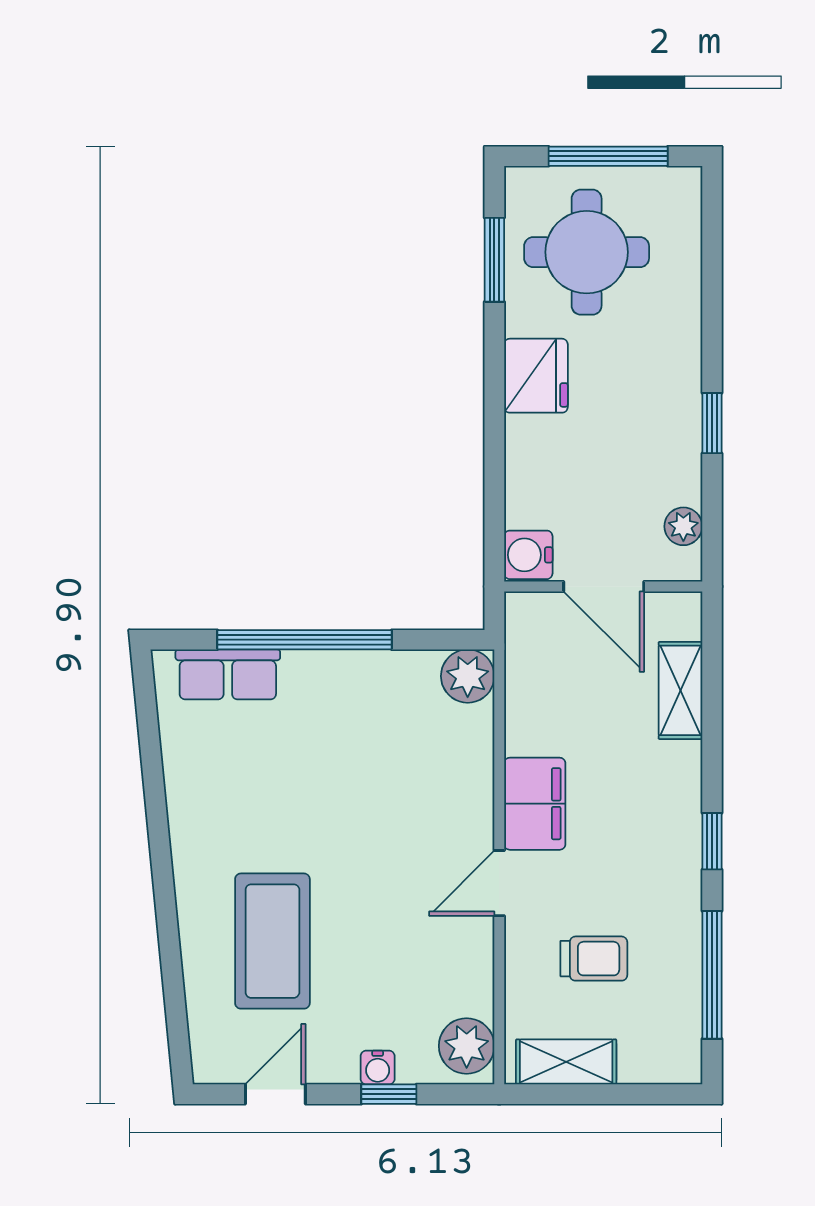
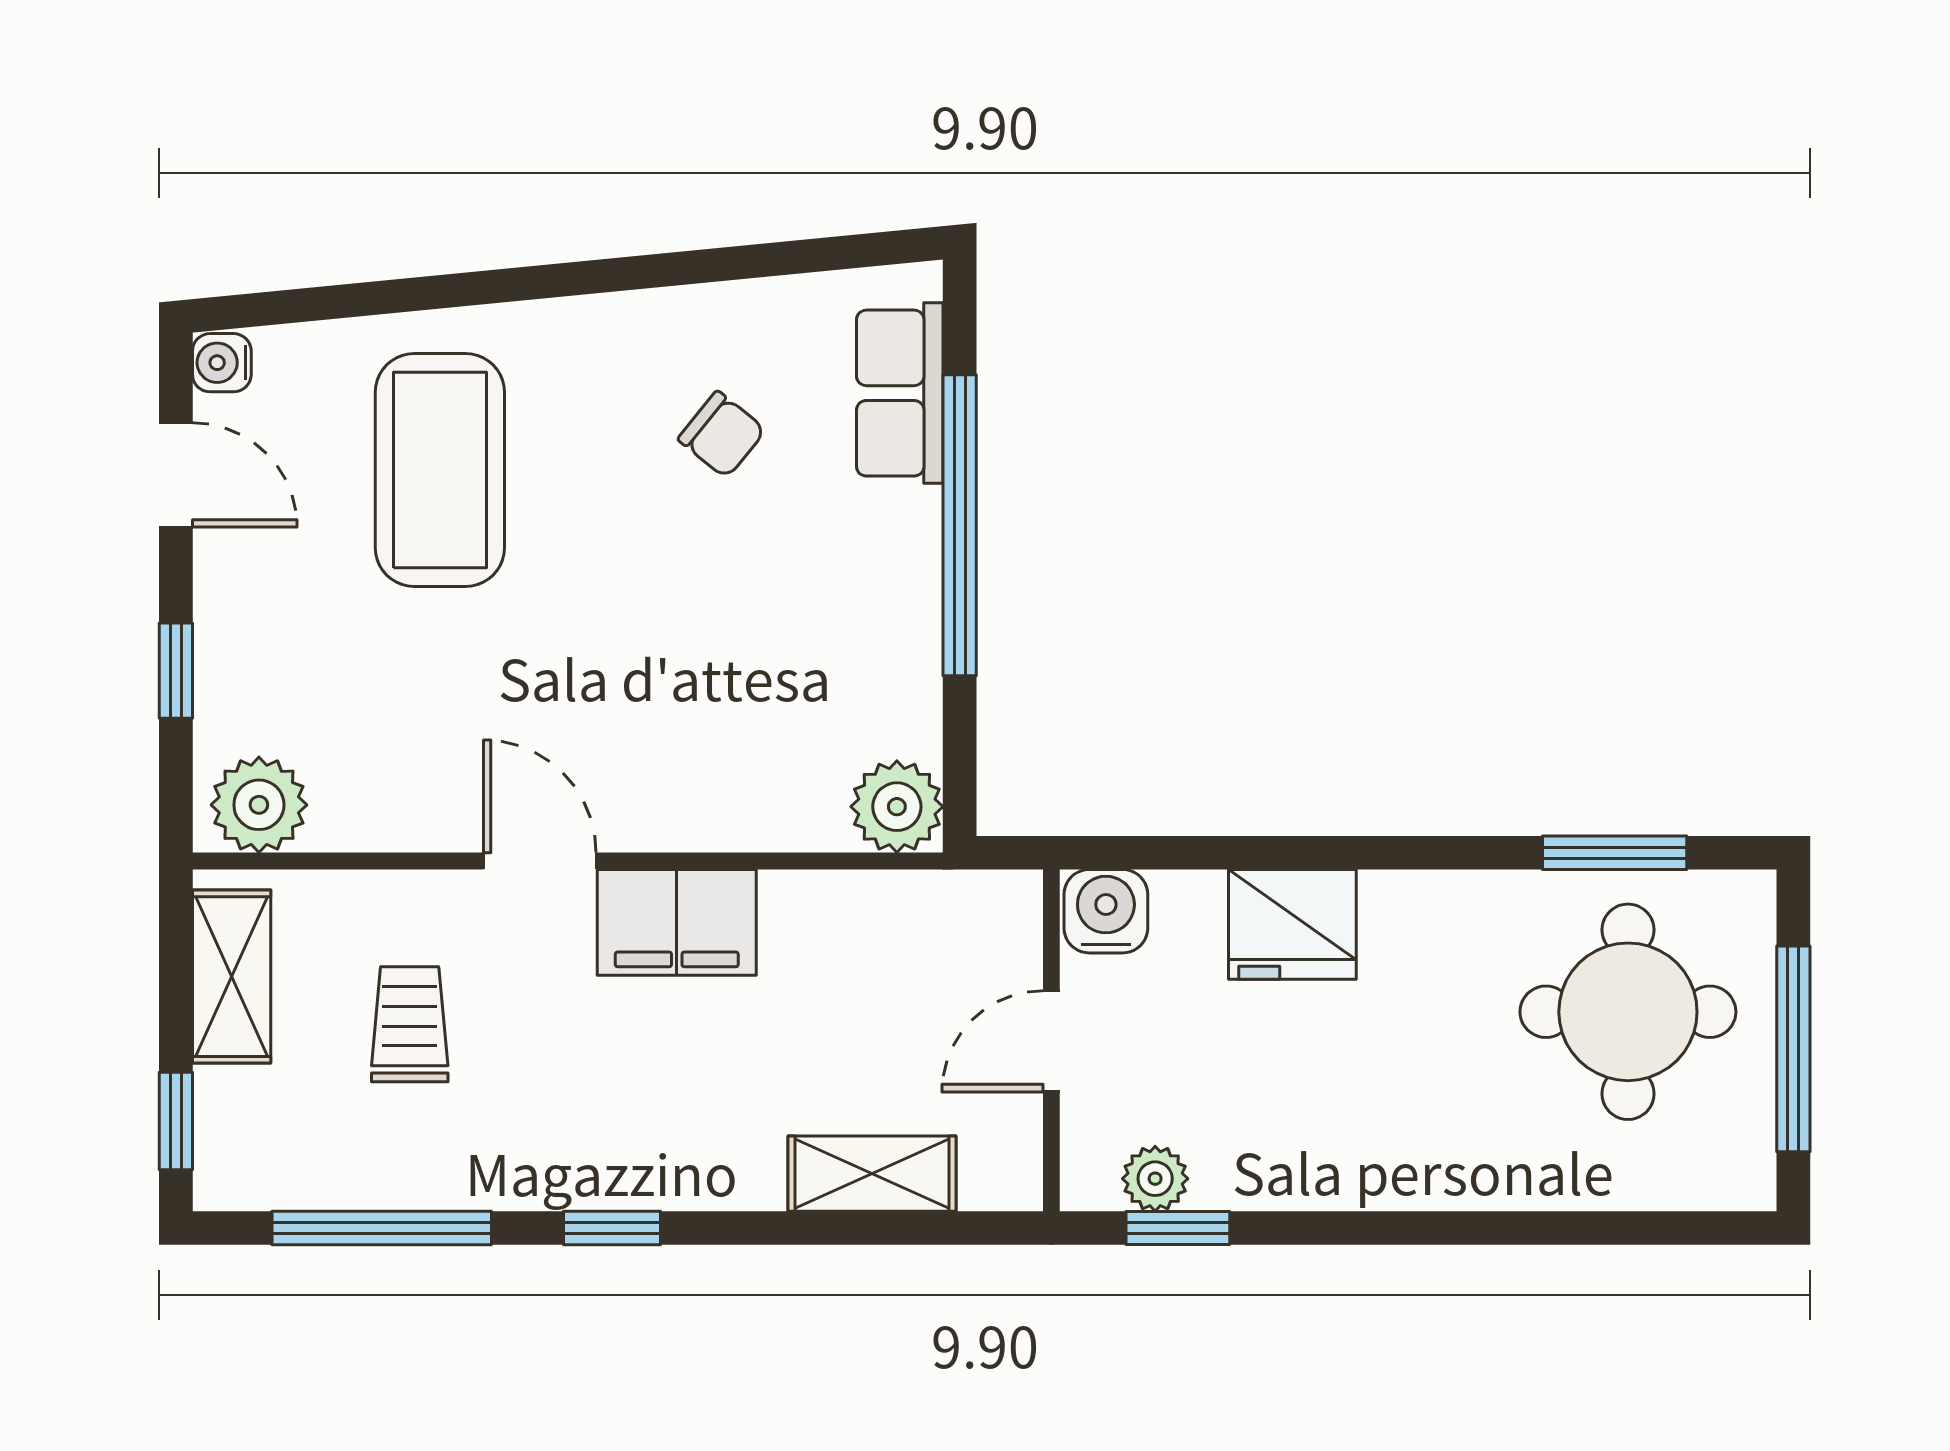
fridge: (536, 376) -> (1292, 924), moved
window: (712, 423) -> (1178, 1228), moved
door: (604, 586) -> (1051, 1041), width x0.73
chair: (252, 778) -> (722, 435), added
coffee table: (272, 941) -> (440, 470), turned 90
trolley: (594, 959) -> (410, 1024), turned 180
water cooler: (378, 1068) -> (222, 363), moved
window: (650, 1094) -> (176, 1121), added

